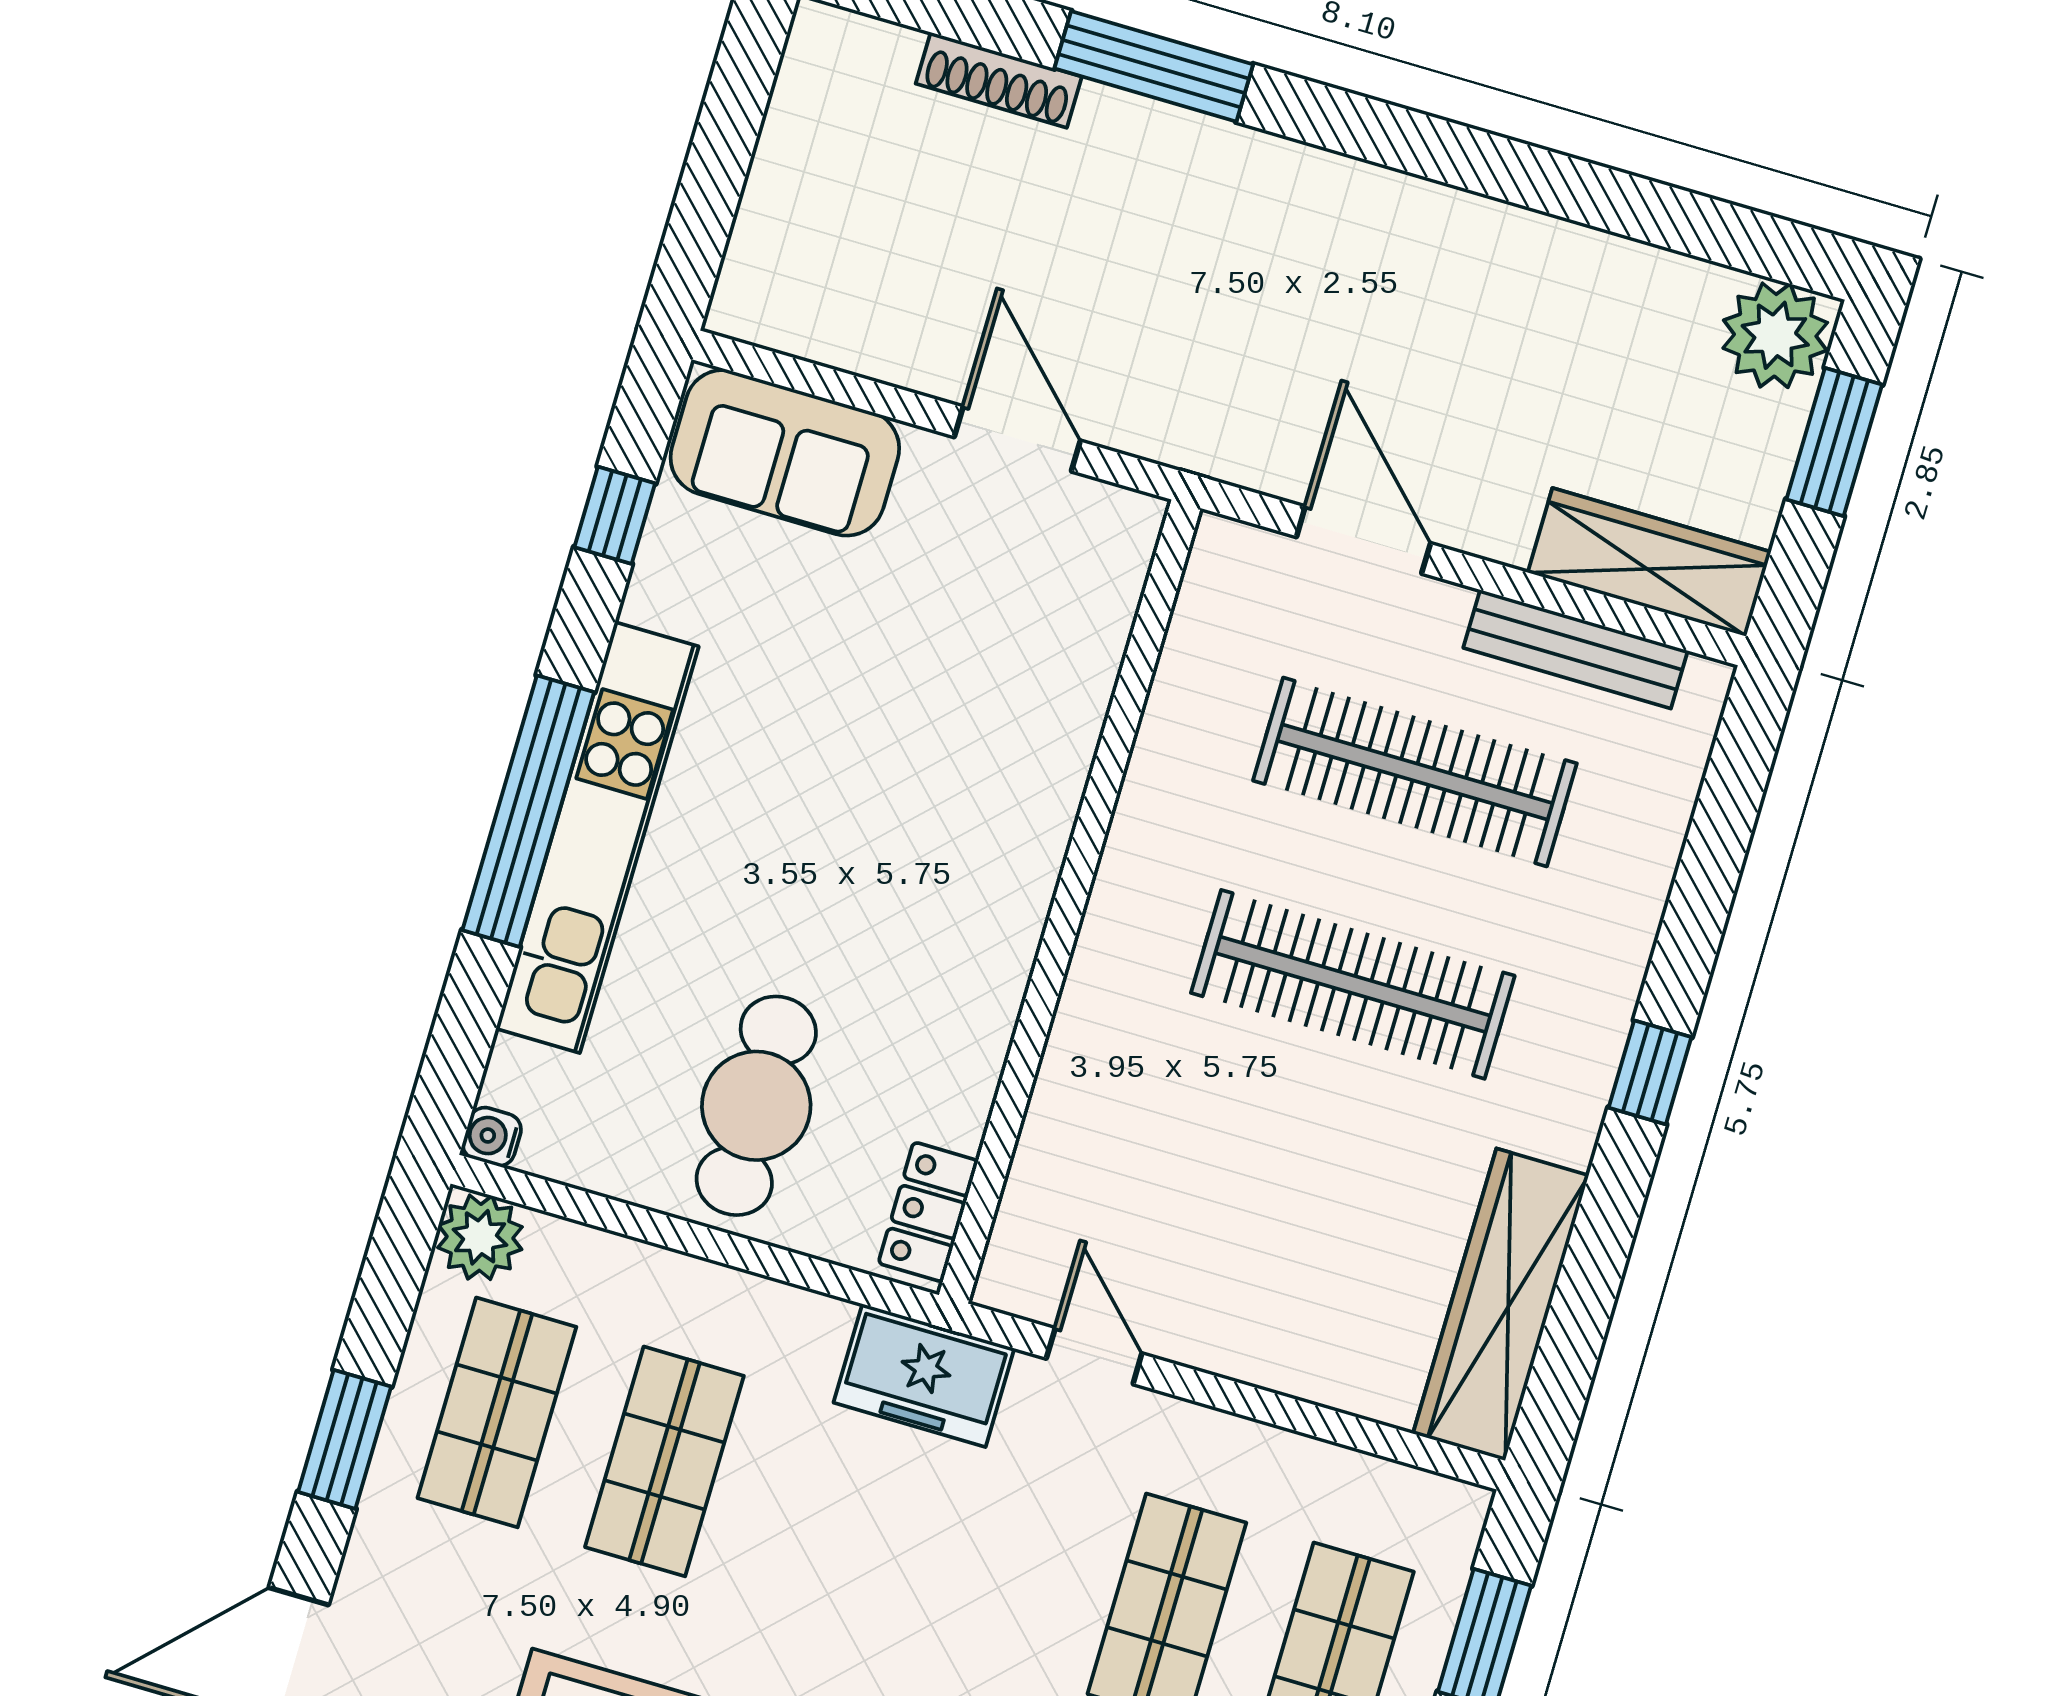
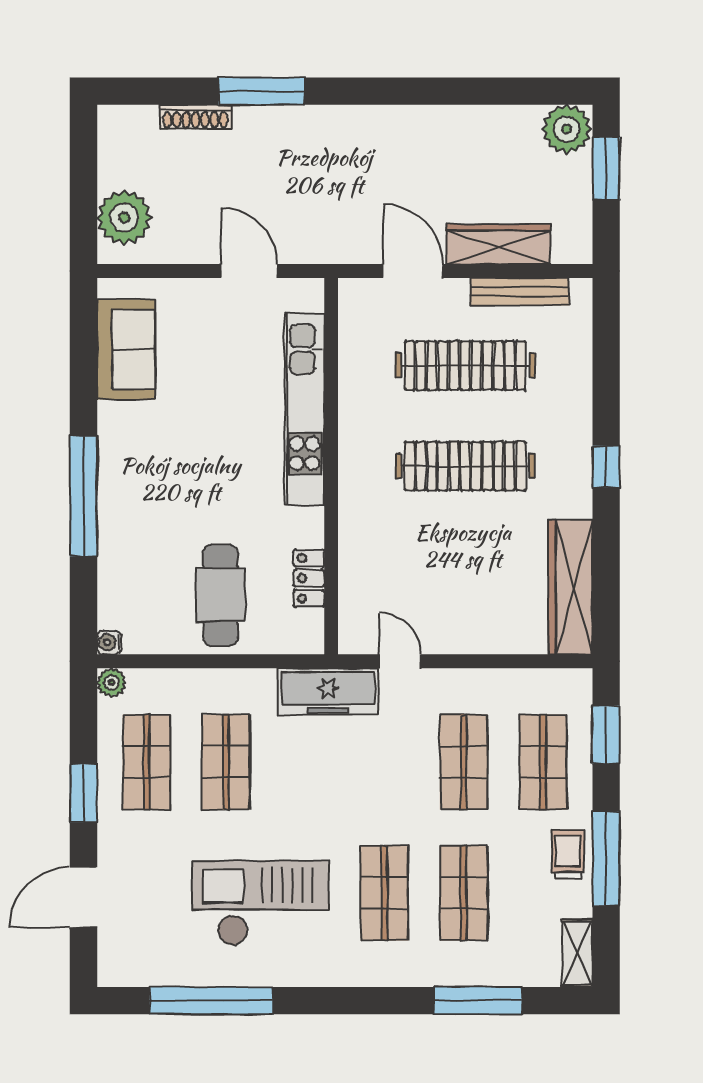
plant: (786, 249) -> (124, 217), added
sofa: (785, 453) -> (126, 349), moved, turned -90
window: (615, 515) -> (83, 356), removed
wardrobe: (1649, 562) -> (498, 244), moved
kitchen unit: (597, 838) -> (305, 409), moved, turned 180
locker: (928, 1212) -> (309, 578), moved
plant: (480, 1237) -> (111, 682), width x0.73, depth x0.73
freezer: (924, 1376) -> (328, 691), width x1.40

